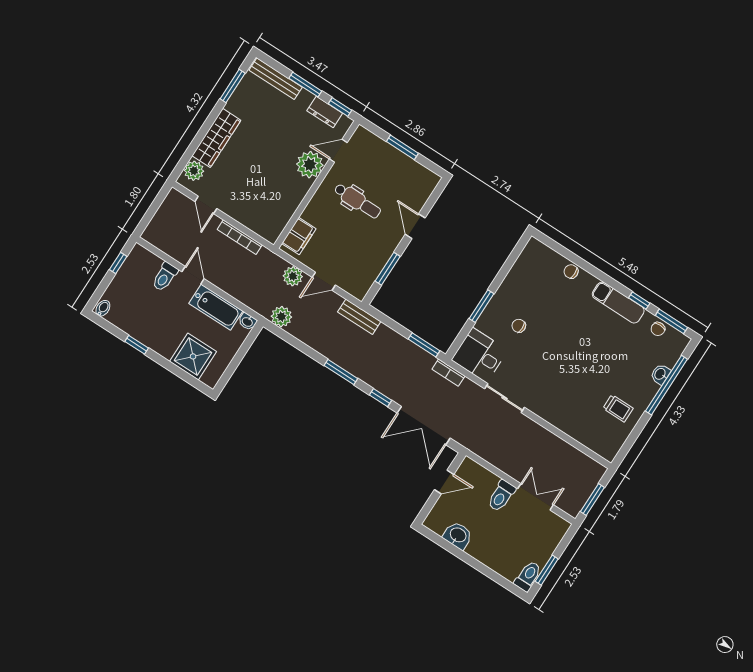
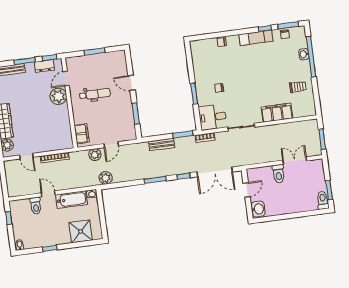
bench: (359, 317) -> (162, 144), moved
filing cabinet: (564, 418) -> (277, 113), added
washbasin: (458, 535) -> (258, 209), moved, turned 90

